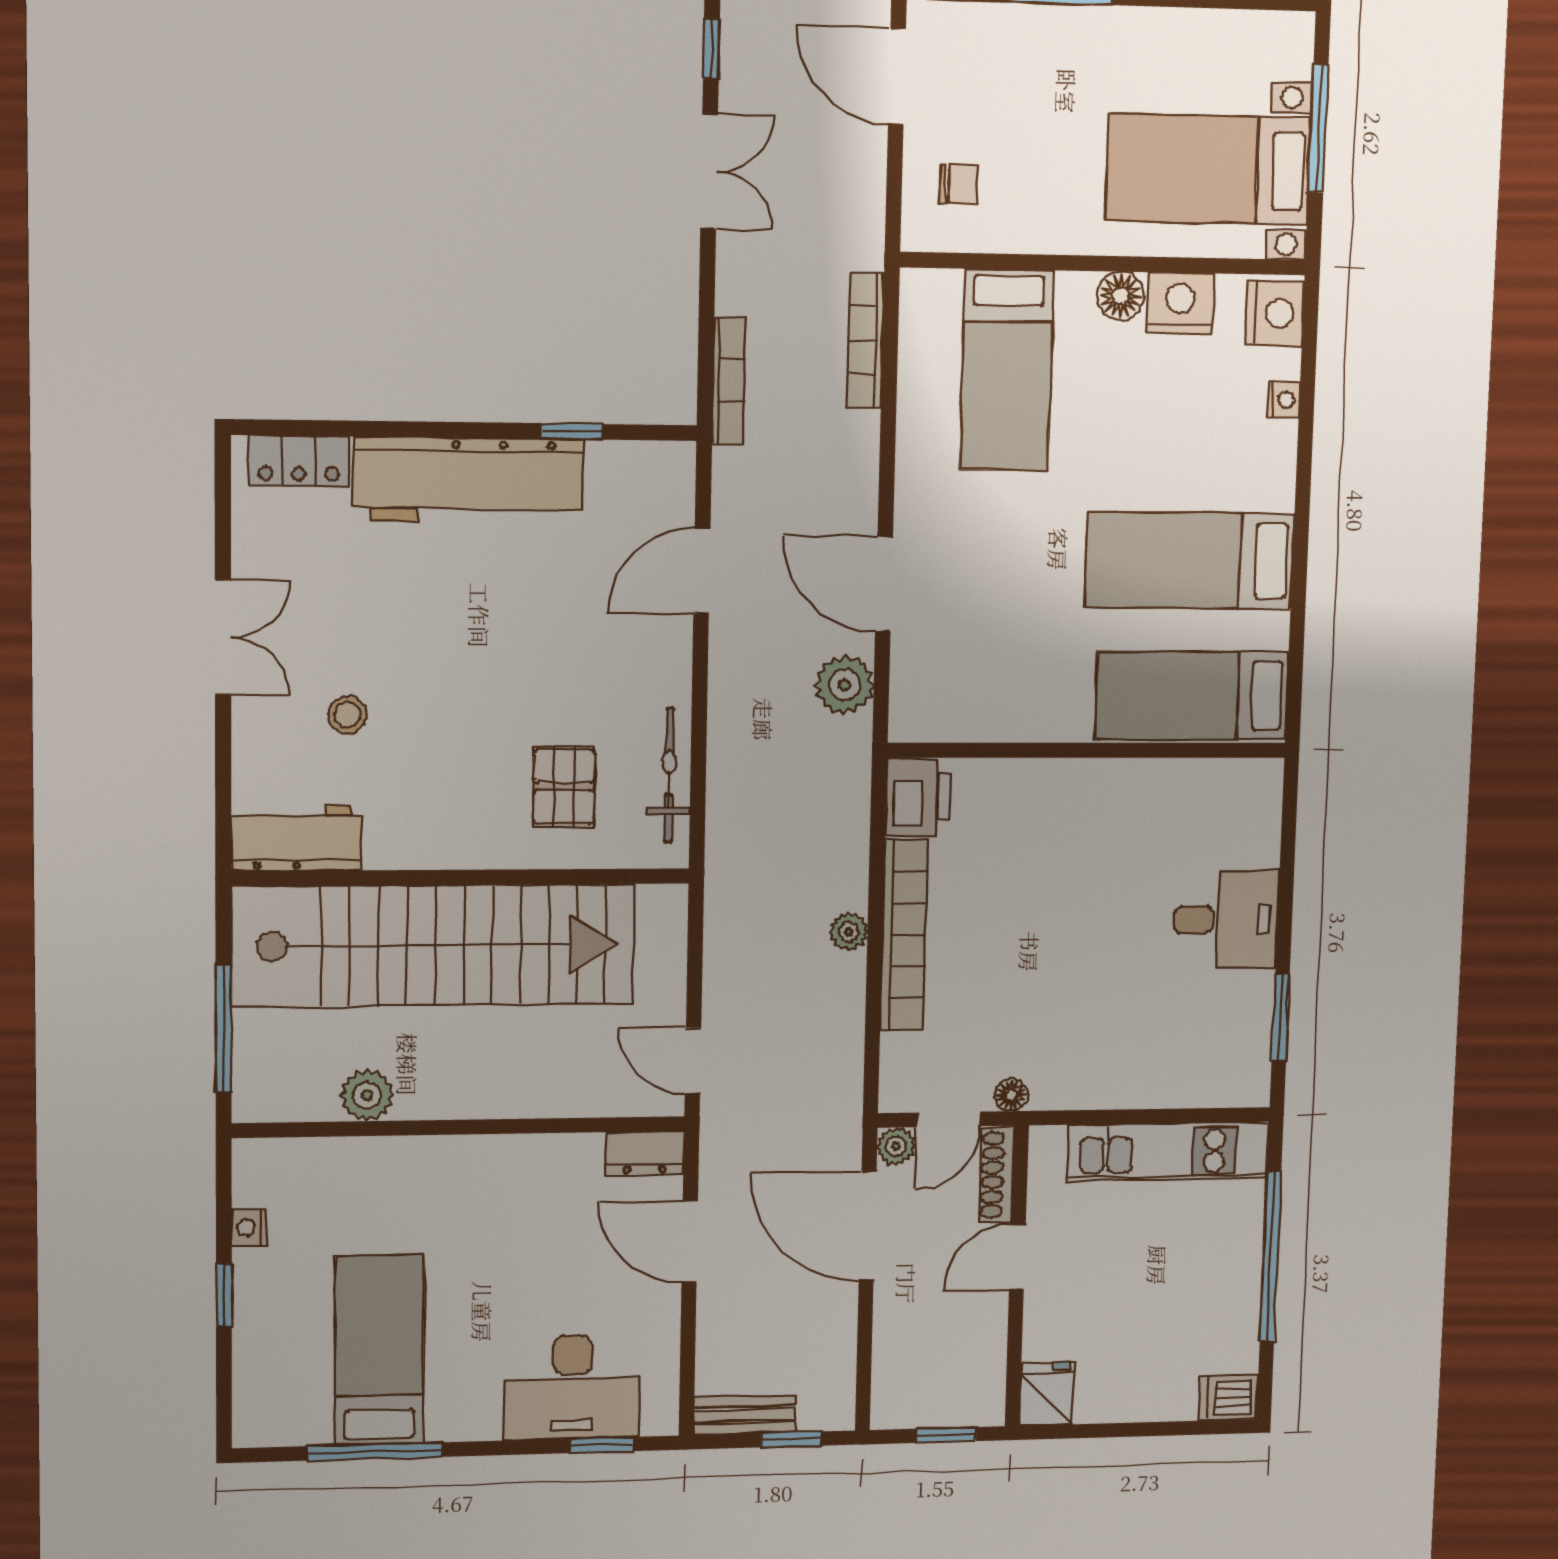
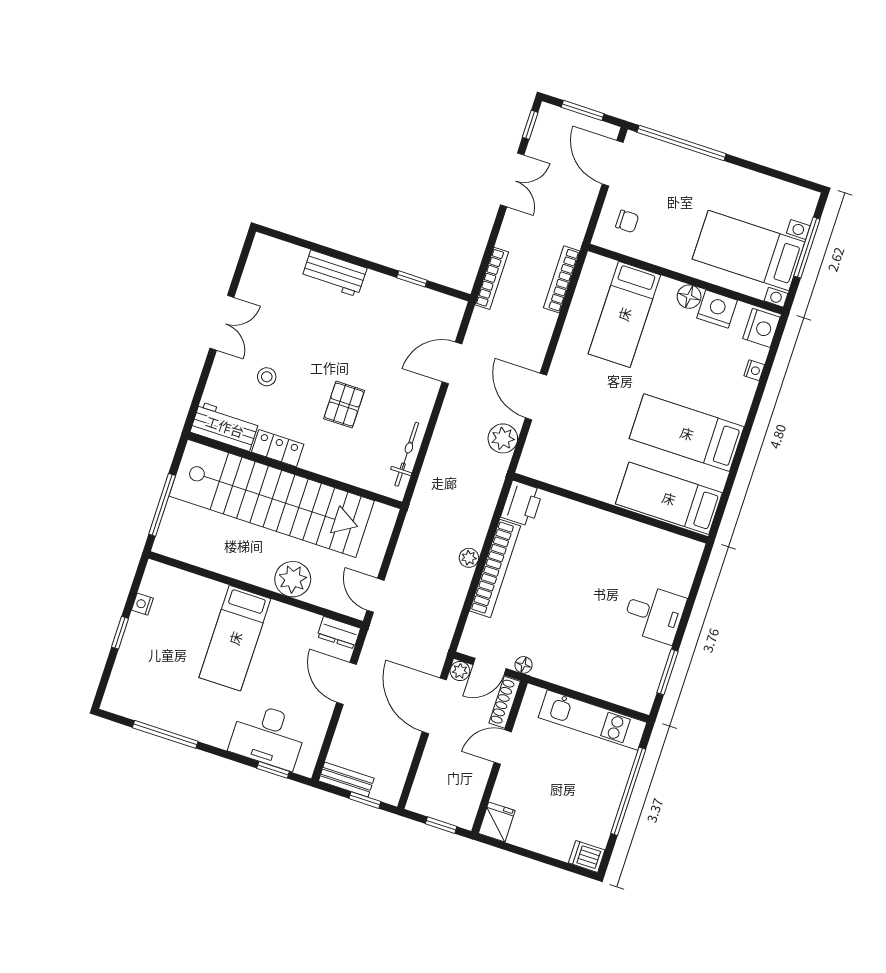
locker: (299, 461) -> (278, 448), moved, turned 180
workbench: (469, 480) -> (334, 273), width x0.53, depth x0.76
pallet: (564, 787) -> (344, 405), moved
plant: (367, 1095) -> (293, 579), moved, width x1.36, depth x1.36
bed: (380, 1350) -> (235, 638), moved, turned 180

